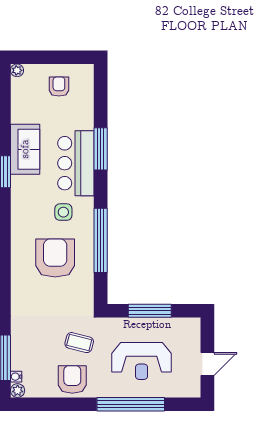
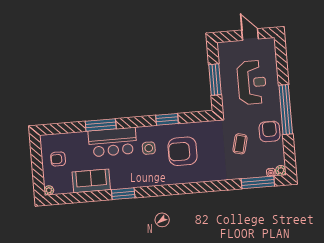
sofa: (25, 149) -> (91, 181), moved
window: (101, 240) -> (167, 119), width x0.47
coffee table: (79, 343) -> (240, 144), moved
armchair: (72, 379) -> (269, 131), turned 90
window: (131, 404) -> (286, 109), moved

